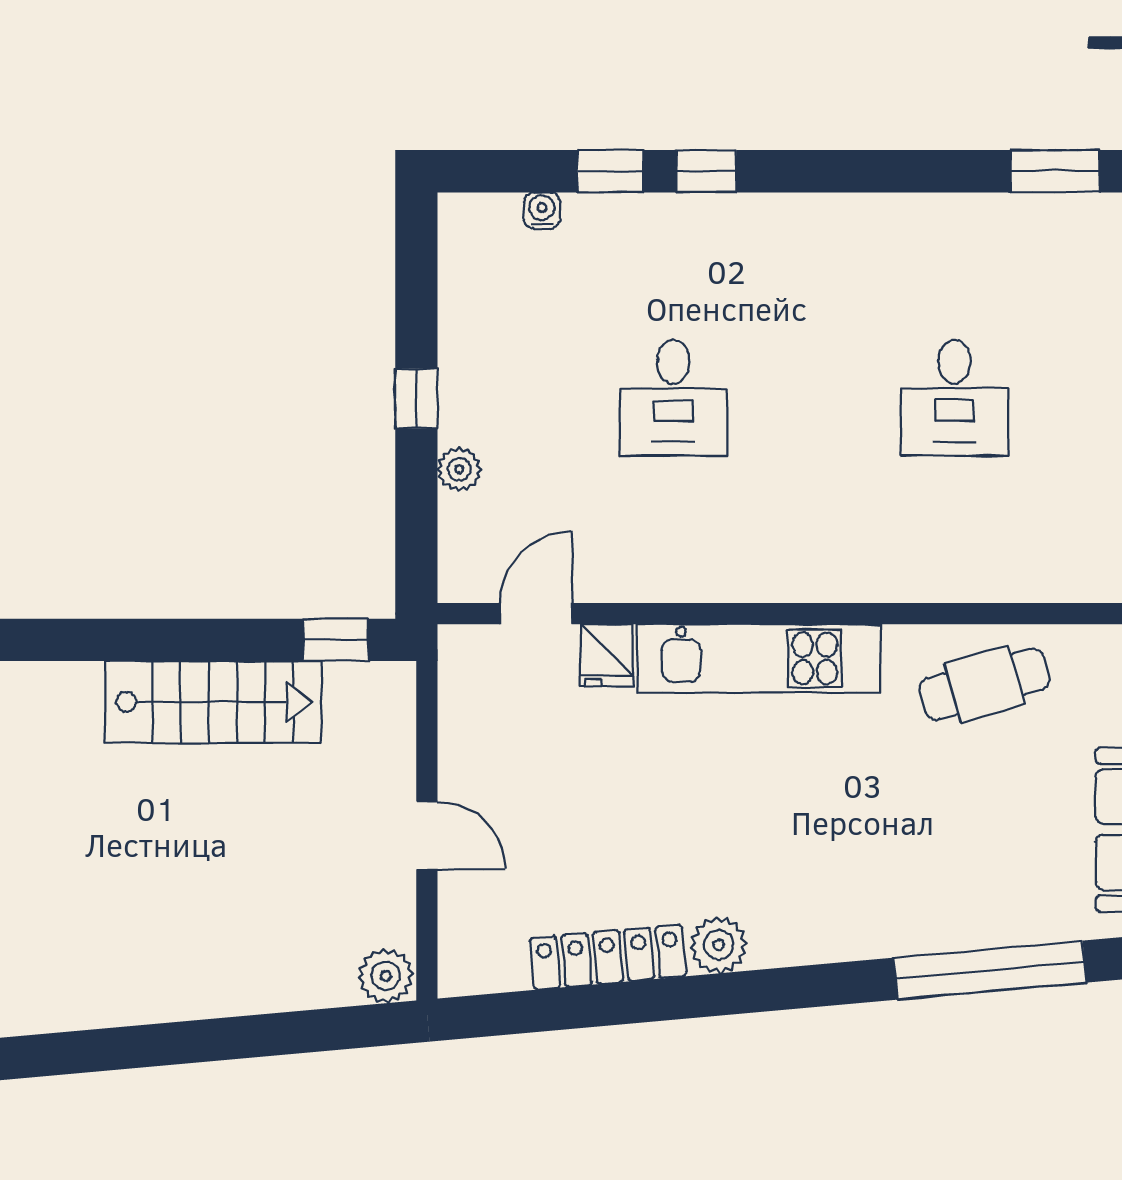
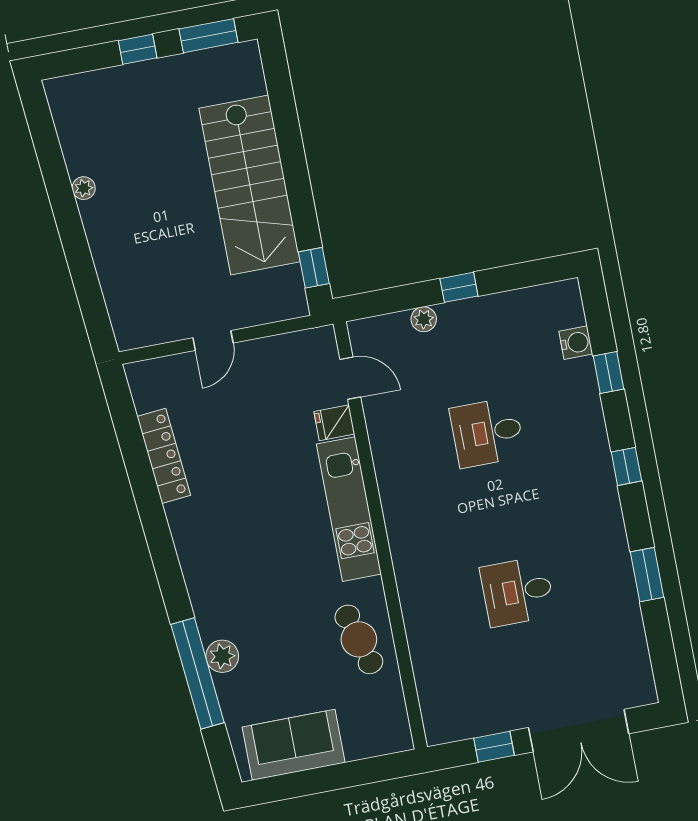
window: (706, 171) -> (626, 466), moved
window: (1055, 171) -> (647, 575), moved
water cooler: (542, 210) -> (576, 343), width x1.38, depth x1.38
stairs: (213, 702) -> (250, 185), width x1.36, depth x1.51
plant: (719, 945) -> (222, 656), moved
plant: (386, 976) -> (84, 188), moved, width x0.73, depth x0.73

